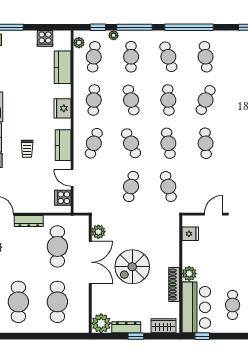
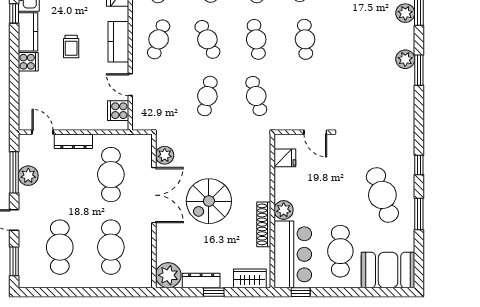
door: (213, 214) -> (315, 132), swing flipped
cafe table: (233, 305) -> (340, 251), width x1.37, depth x1.35

